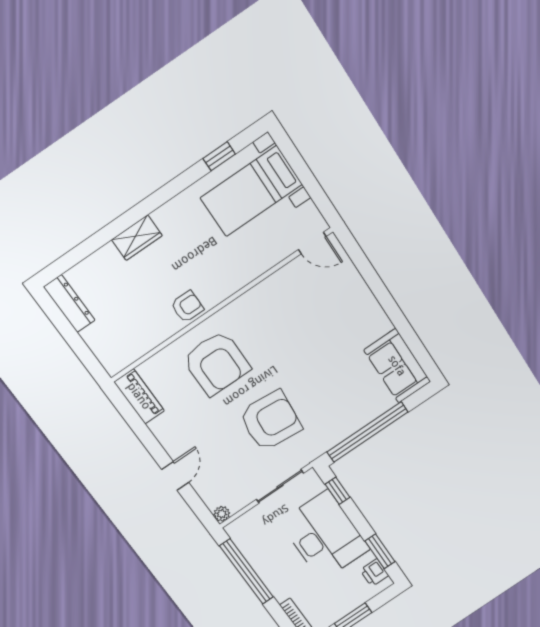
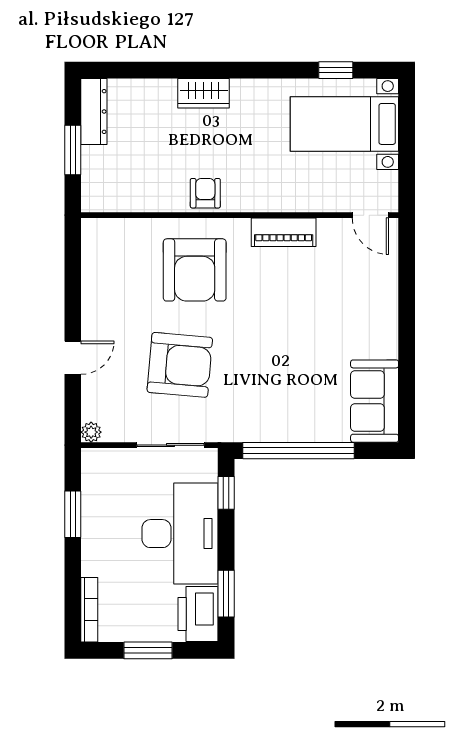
armchair: (187, 307) -> (205, 193), turned -90
window: (74, 340) -> (73, 150), added
piano: (139, 396) -> (284, 232), moved, turned 90
armchair: (271, 421) -> (180, 365), moved
window: (246, 572) -> (73, 514), width x0.47
printer: (374, 573) -> (198, 614), width x1.87, depth x1.48

